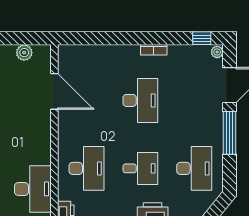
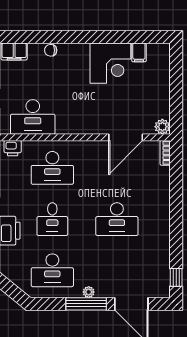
bookcase: (154, 50) -> (165, 153), moved
plant: (217, 52) -> (89, 292), moved
plant: (24, 53) -> (162, 127), moved

